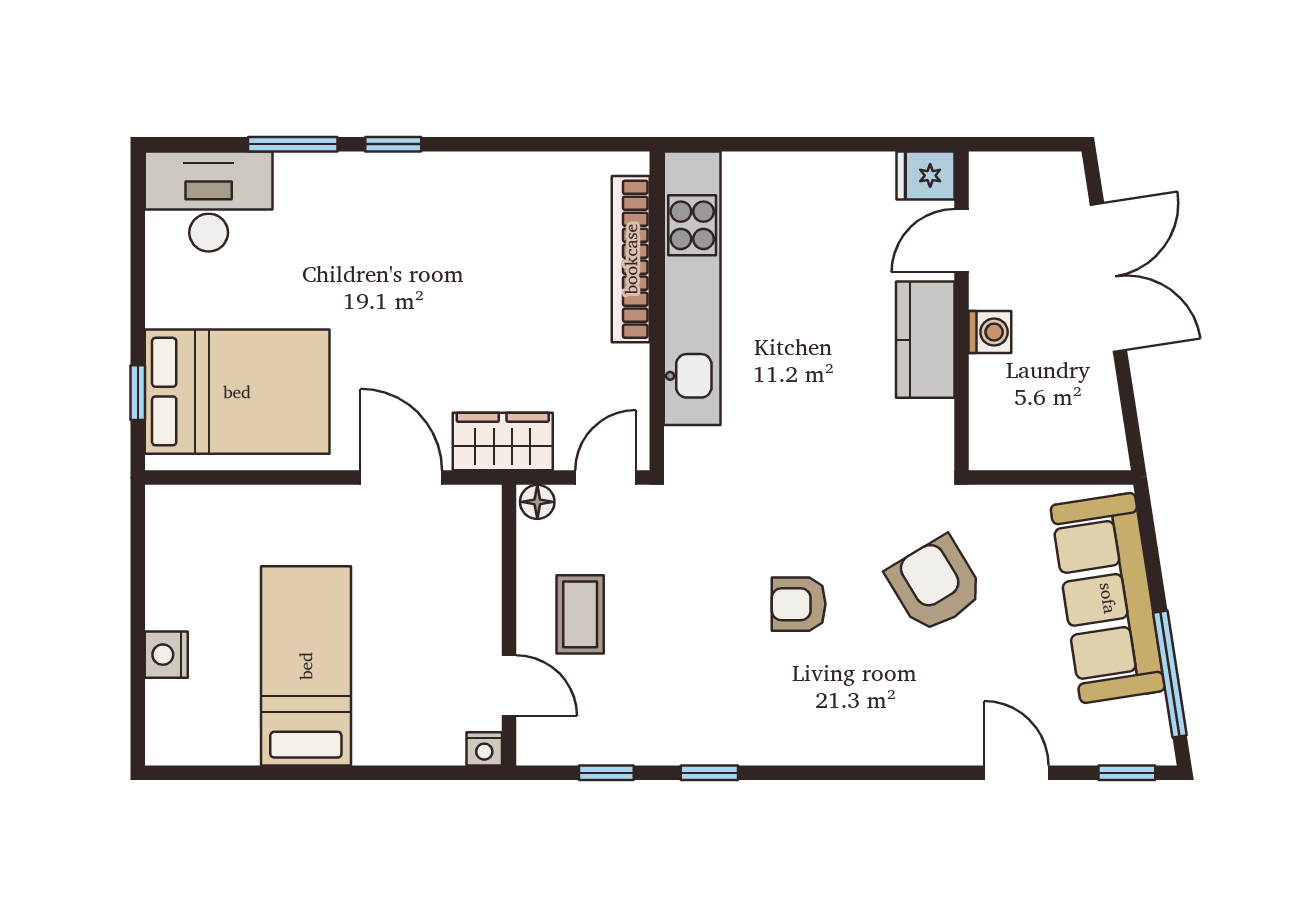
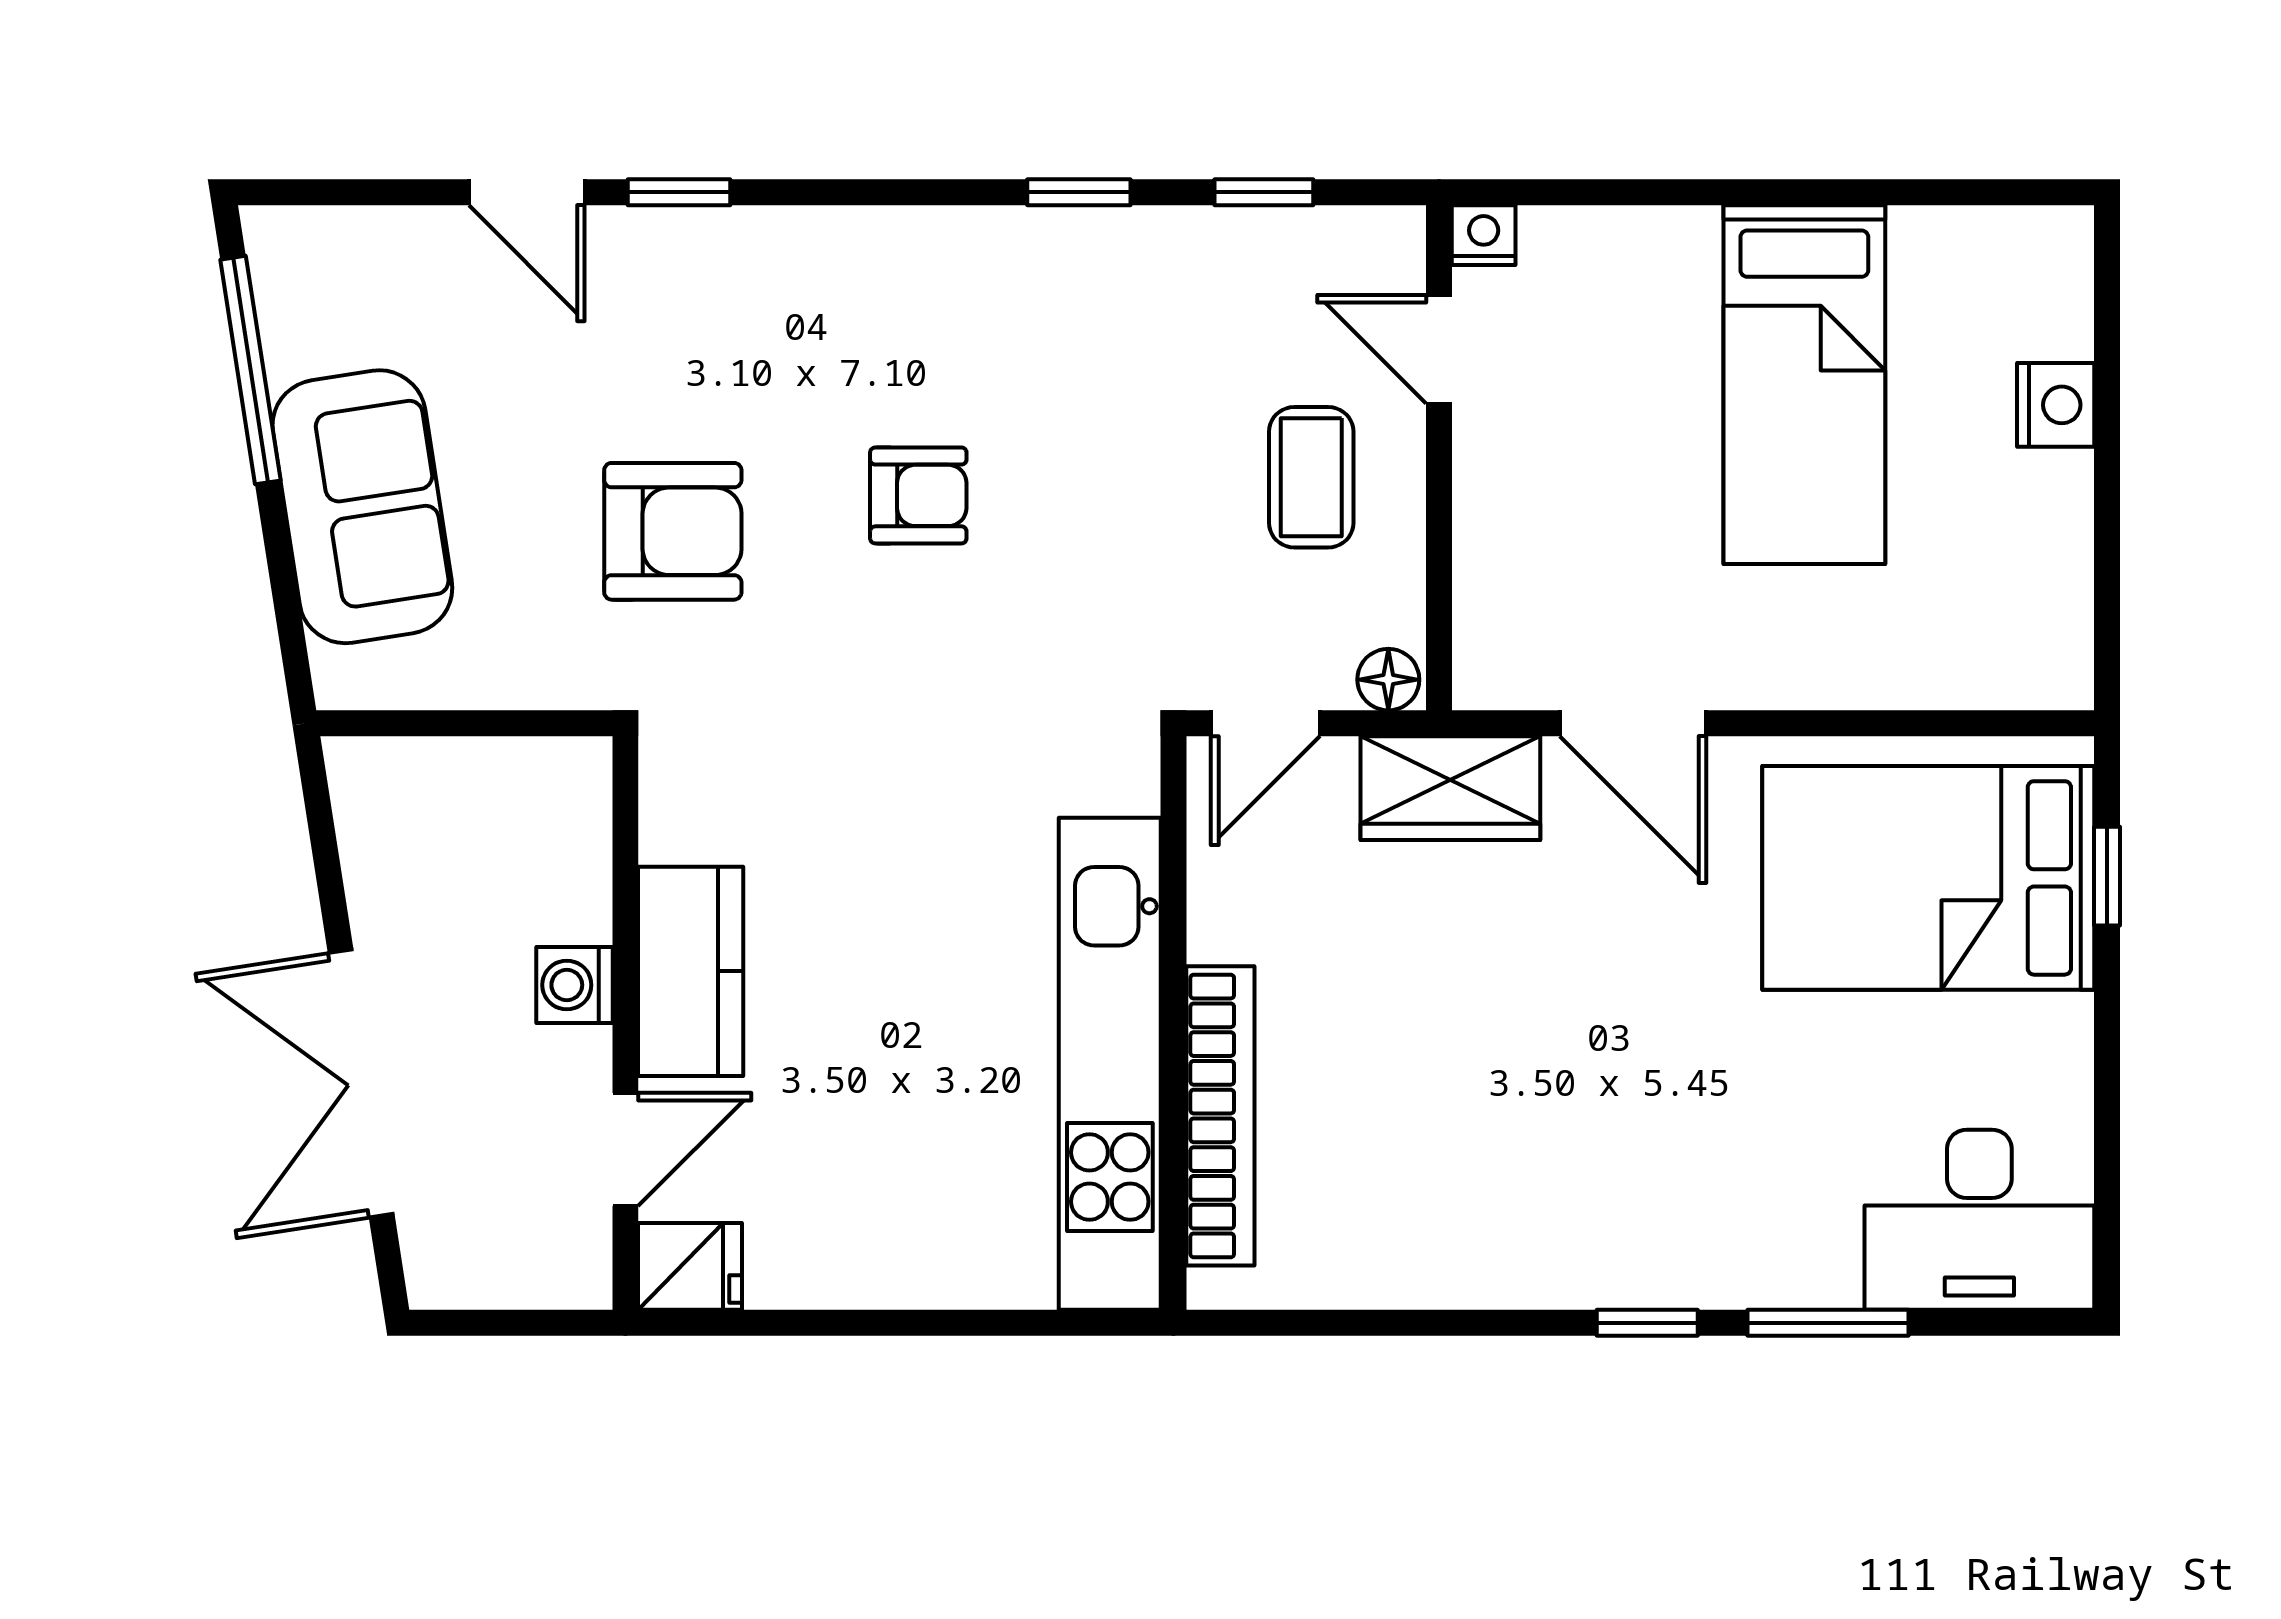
armchair: (935, 584) -> (673, 531), turned -59
sofa: (1108, 598) -> (362, 507), width x0.73
window: (1127, 773) -> (679, 192), moved

